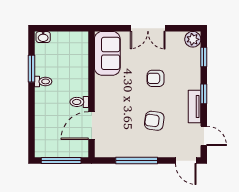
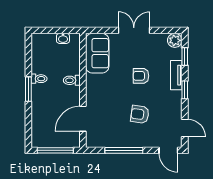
double door: (148, 28) -> (134, 30), swing flipped
washbasin: (43, 37) -> (63, 38), moved
window: (32, 69) -> (28, 89), moved
toilet: (79, 102) -> (72, 80), moved
tv unit: (195, 107) -> (176, 75), moved

